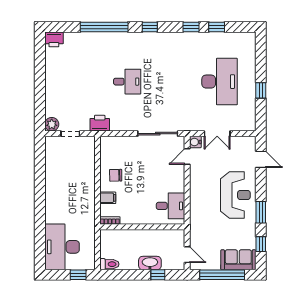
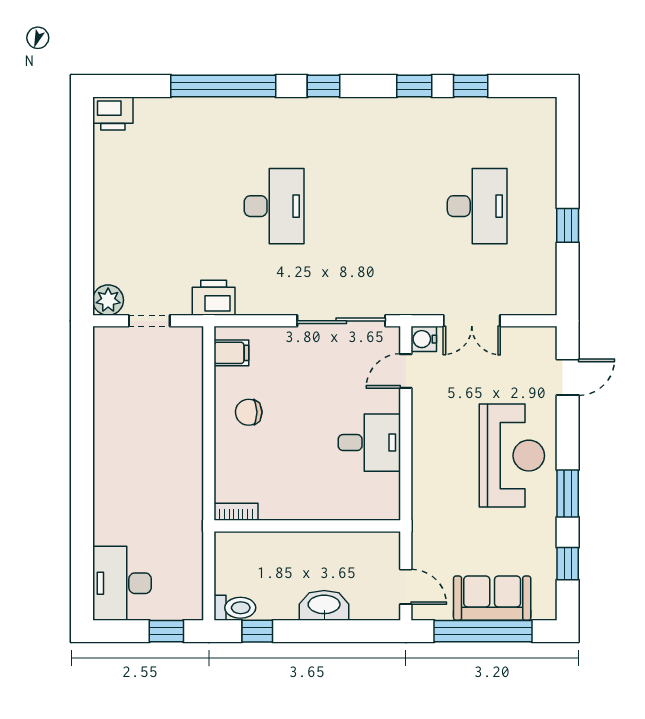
desk: (127, 82) -> (274, 206), width x1.37
desk: (220, 82) -> (477, 206), width x0.73, depth x0.77
door: (261, 159) -> (568, 377), hinge flipped
filing cabinet: (108, 198) -> (231, 353), moved
desk: (171, 206) -> (369, 443), moved
desk: (62, 247) -> (122, 583), width x0.73, depth x0.77
sofa: (238, 260) -> (492, 598), moved
window: (158, 275) -> (257, 631), moved

